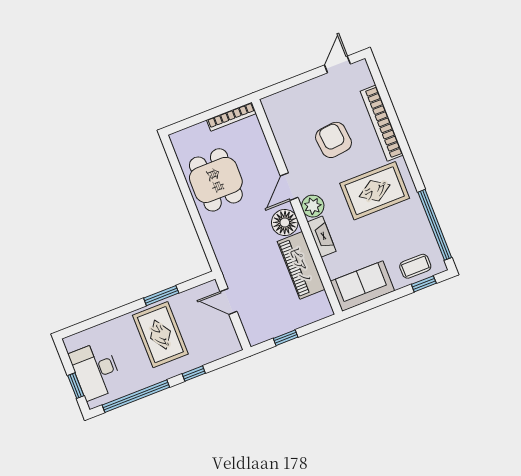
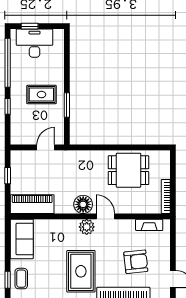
armchair: (333, 140) -> (136, 262), moved
fireplace: (322, 237) -> (149, 225), moved
piano: (301, 265) -> (32, 204), moved
rug: (160, 335) -> (41, 95), width x0.73, depth x0.70

